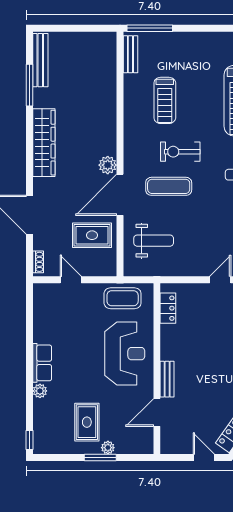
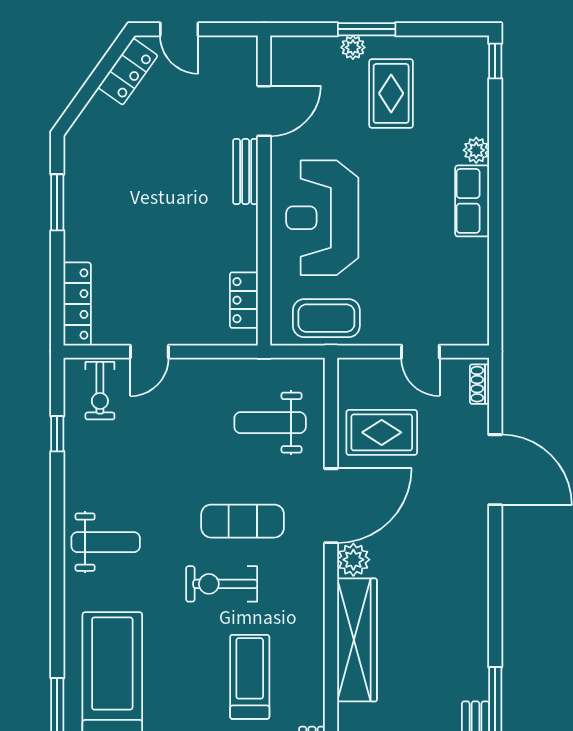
wardrobe: (44, 143) -> (357, 640), moved, turned 180
exercise bike: (180, 152) -> (222, 584), turned 180

